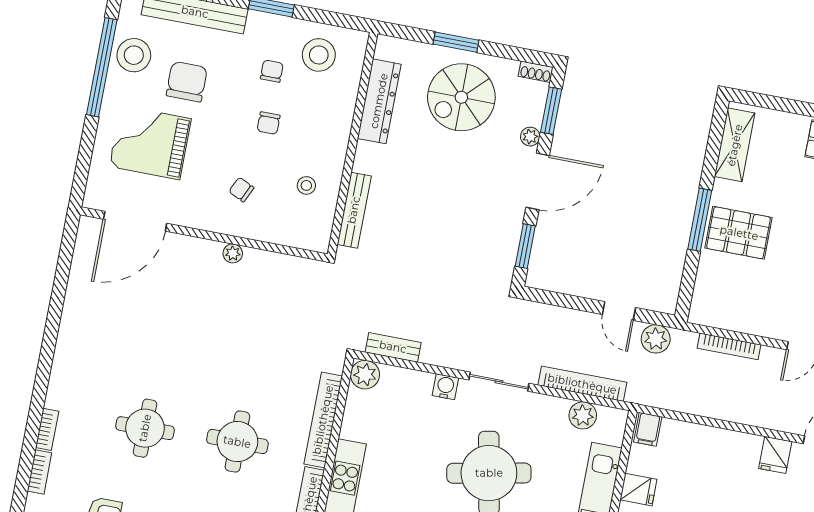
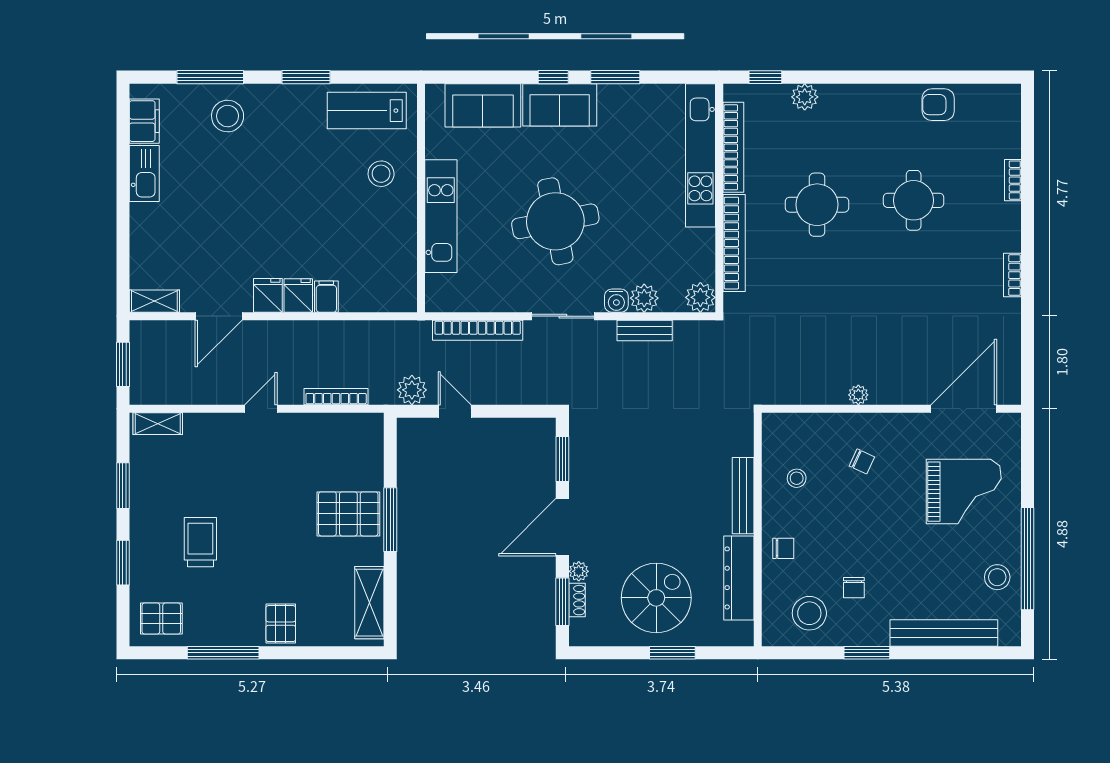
stool: (134, 55) -> (997, 577), width x0.73, depth x0.73
shoe rack: (536, 72) -> (577, 600), moved, turned 90
chair: (187, 82) -> (938, 561), removed
chair: (269, 123) -> (783, 548), moved, turned 90
bench: (354, 210) -> (743, 496), moved
bench: (393, 347) -> (645, 331), moved
plant: (583, 415) -> (644, 298), moved
filing cabinet: (648, 429) -> (326, 297), moved
bookcase: (39, 472) -> (1012, 275), moved
fridge: (638, 490) -> (298, 295), moved, turned 90

